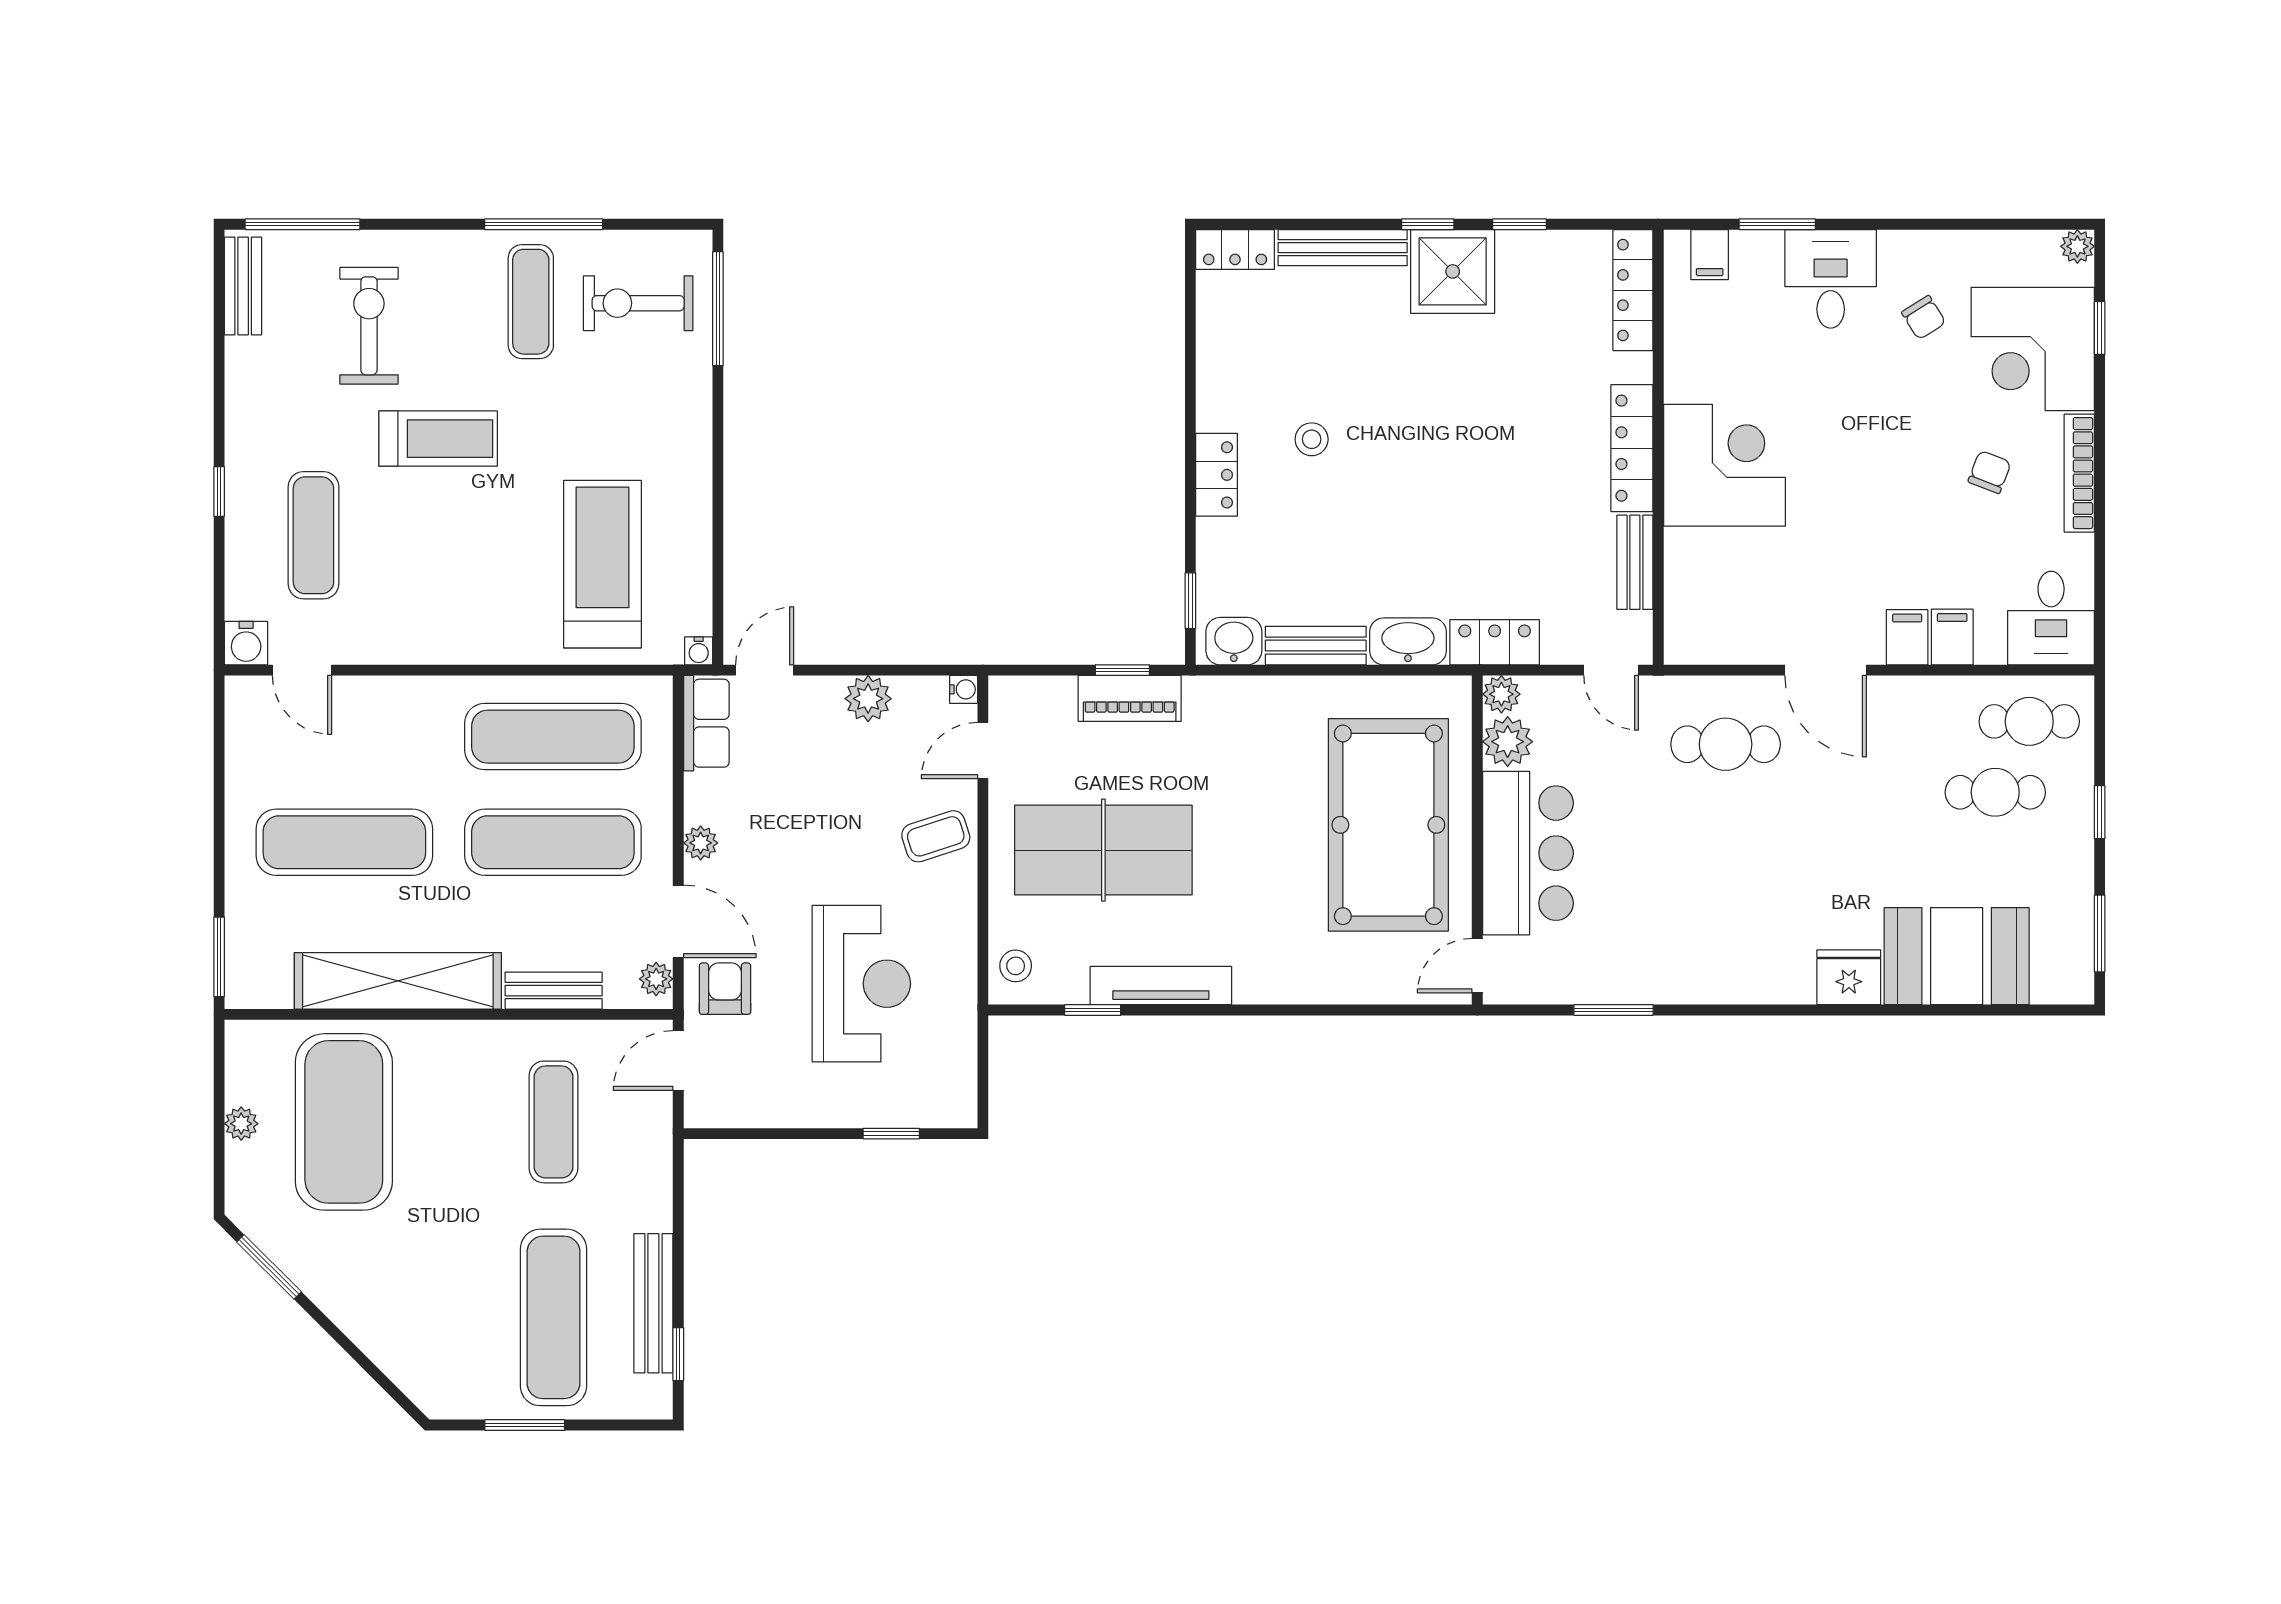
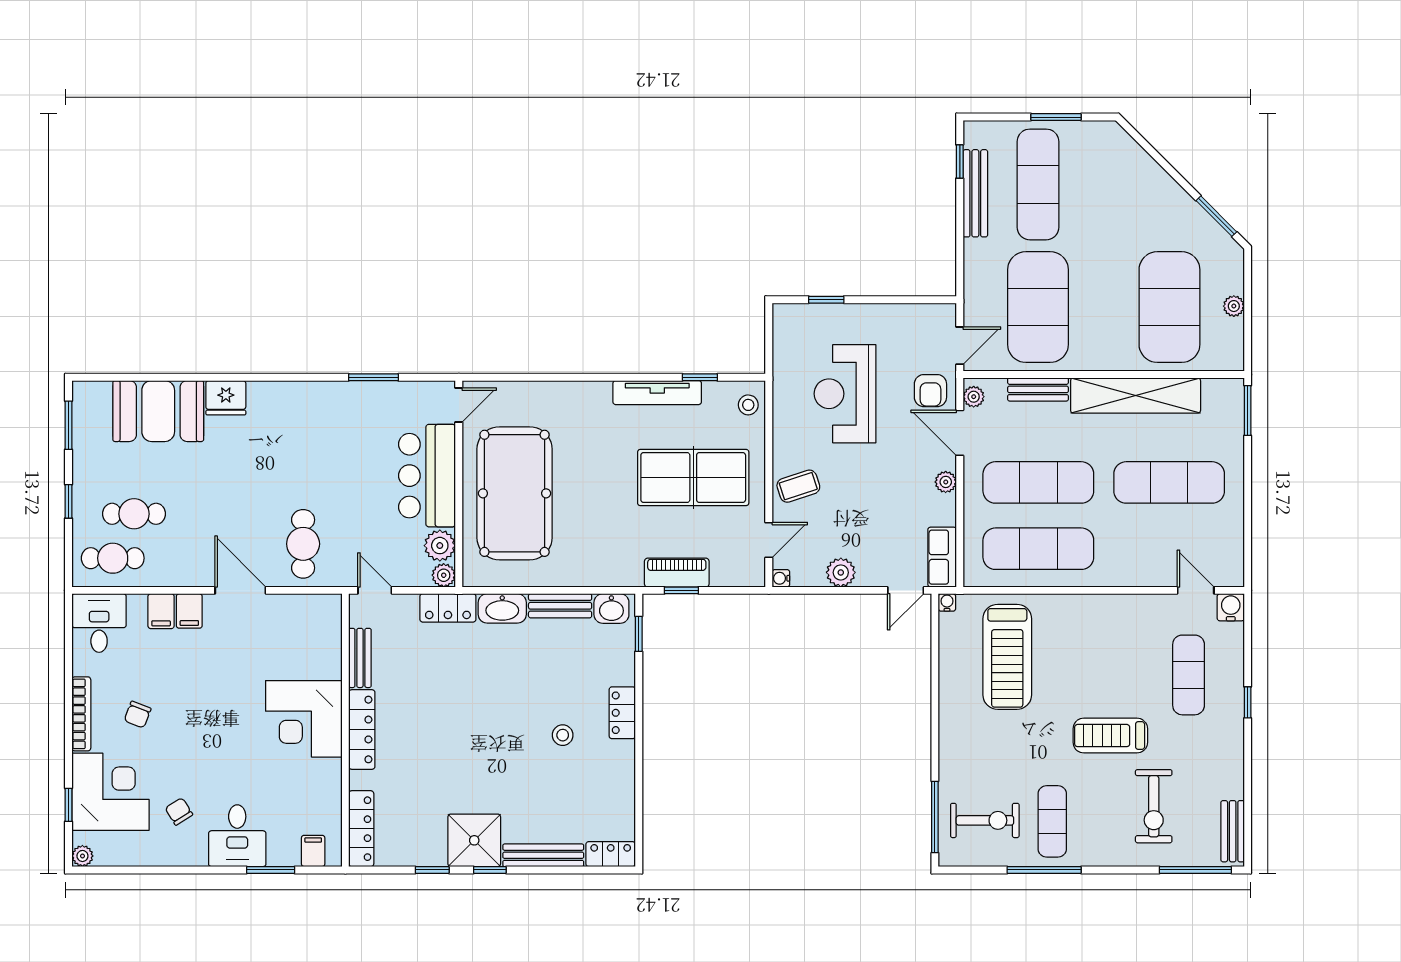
cafe table: (1726, 744) -> (303, 544), turned 90
exercise mat: (553, 1122) -> (1038, 307), width x2.00, depth x1.45

